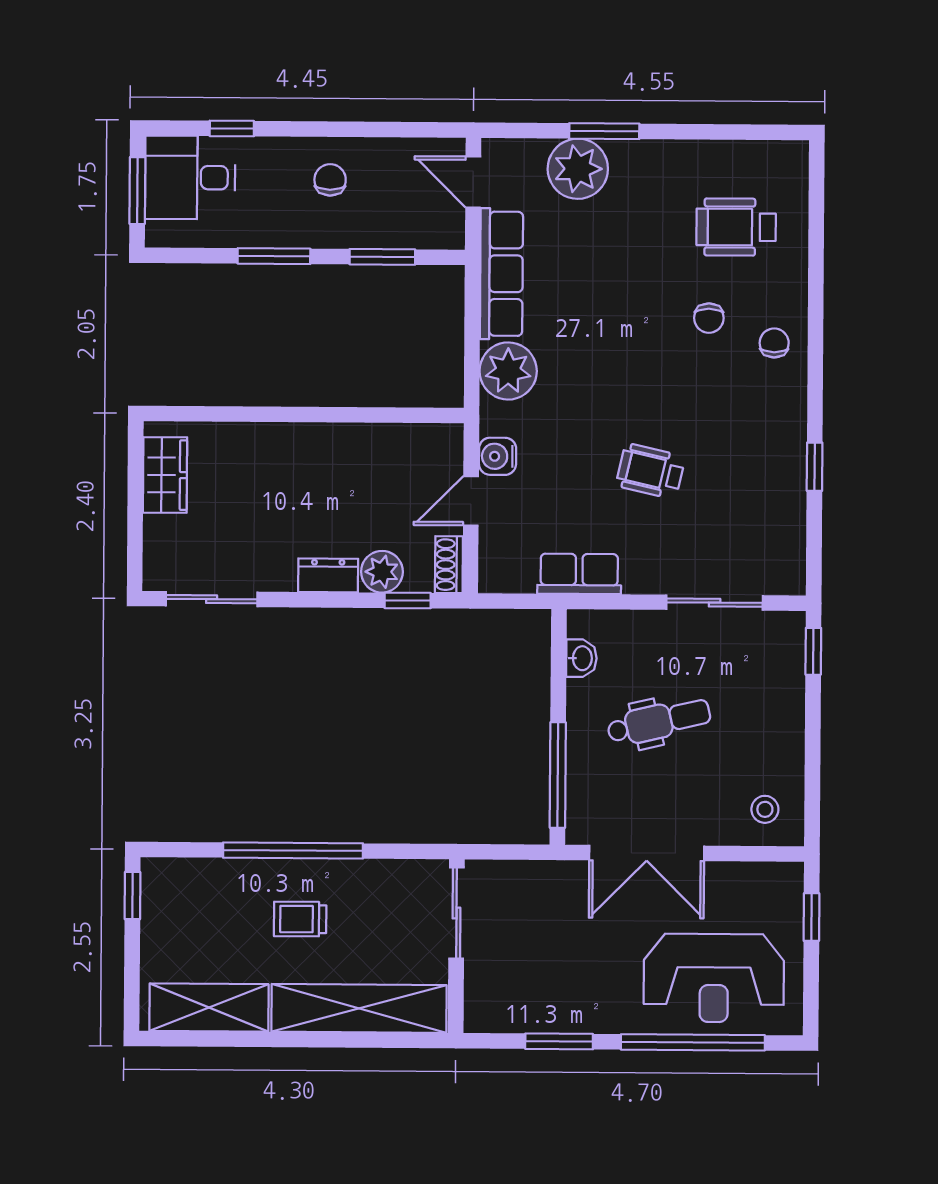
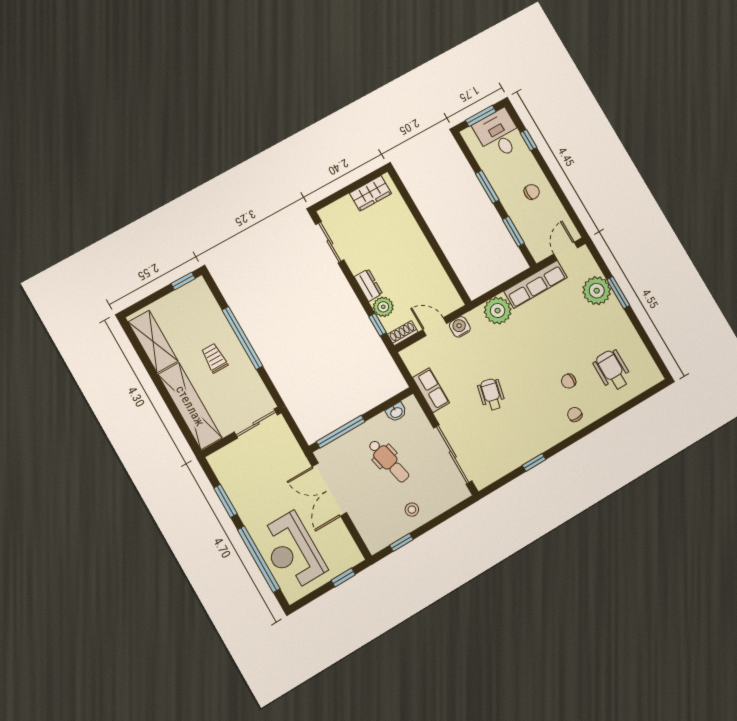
chair: (774, 343) -> (575, 414), turned -90
sliding door: (715, 603) -> (453, 454), width x1.37
window: (813, 651) -> (401, 542), moved
stool: (765, 809) -> (412, 510), moved

